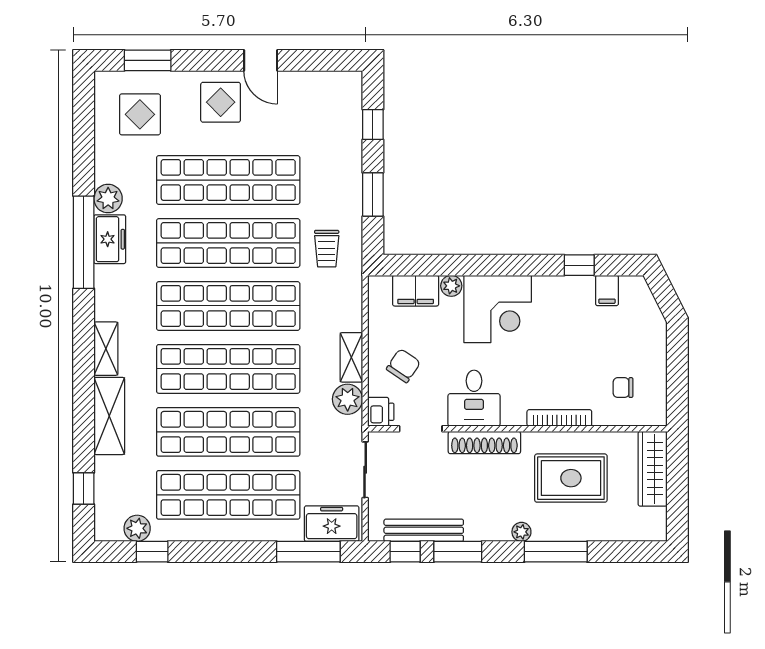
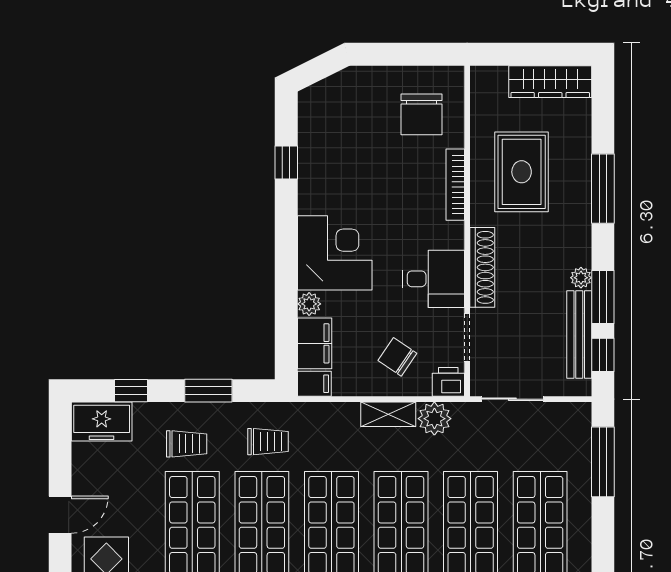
trolley: (325, 175) -> (187, 444), added
filing cabinet: (607, 290) -> (314, 384), moved
chair: (623, 388) -> (422, 114), width x1.87, depth x1.87
wardrobe: (653, 469) -> (550, 82), moved
freezer: (332, 524) -> (102, 422), moved, turned -90
plant: (521, 532) -> (581, 278), moved

